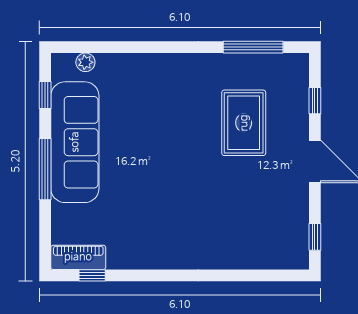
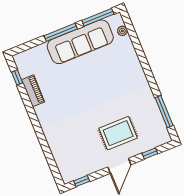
window: (45, 95) -> (98, 17), width x2.17
rug: (244, 123) -> (118, 133), moved
piano: (78, 257) -> (33, 91), moved

